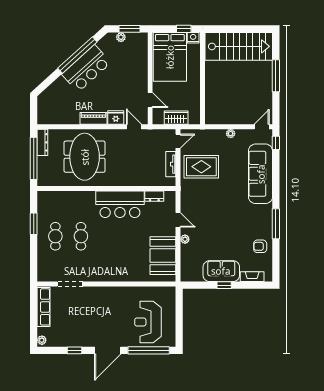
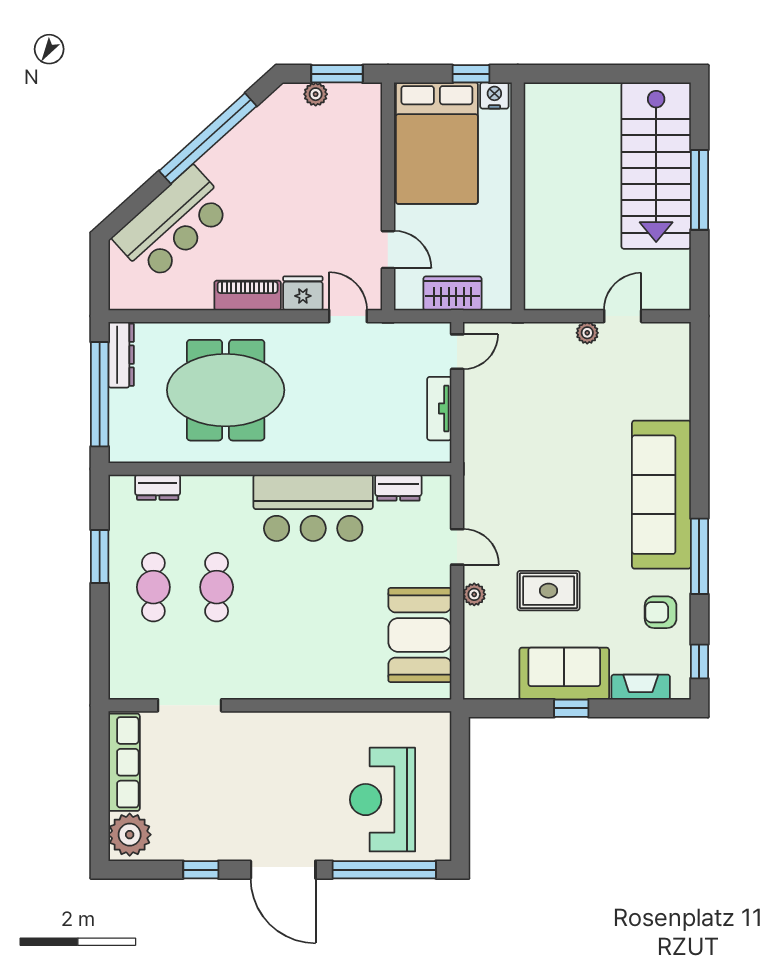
stairs: (239, 46) -> (656, 166), moved, turned 90
bar counter: (86, 68) -> (173, 224), moved
door: (262, 127) -> (623, 316), moved
window: (276, 143) -> (699, 661), moved
meeting table: (85, 157) -> (226, 390), turned 90
rug: (201, 167) -> (549, 591), moved, width x0.73, depth x0.70
sofa: (261, 174) -> (661, 495), moved
dresser: (57, 196) -> (158, 487), added
plant: (42, 340) -> (130, 835), width x1.88, depth x1.88
door: (108, 350) -> (283, 870), hinge flipped

